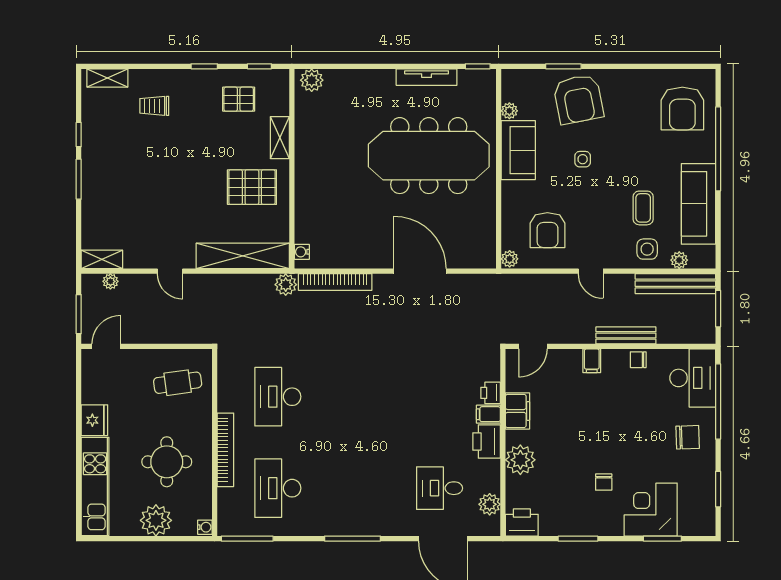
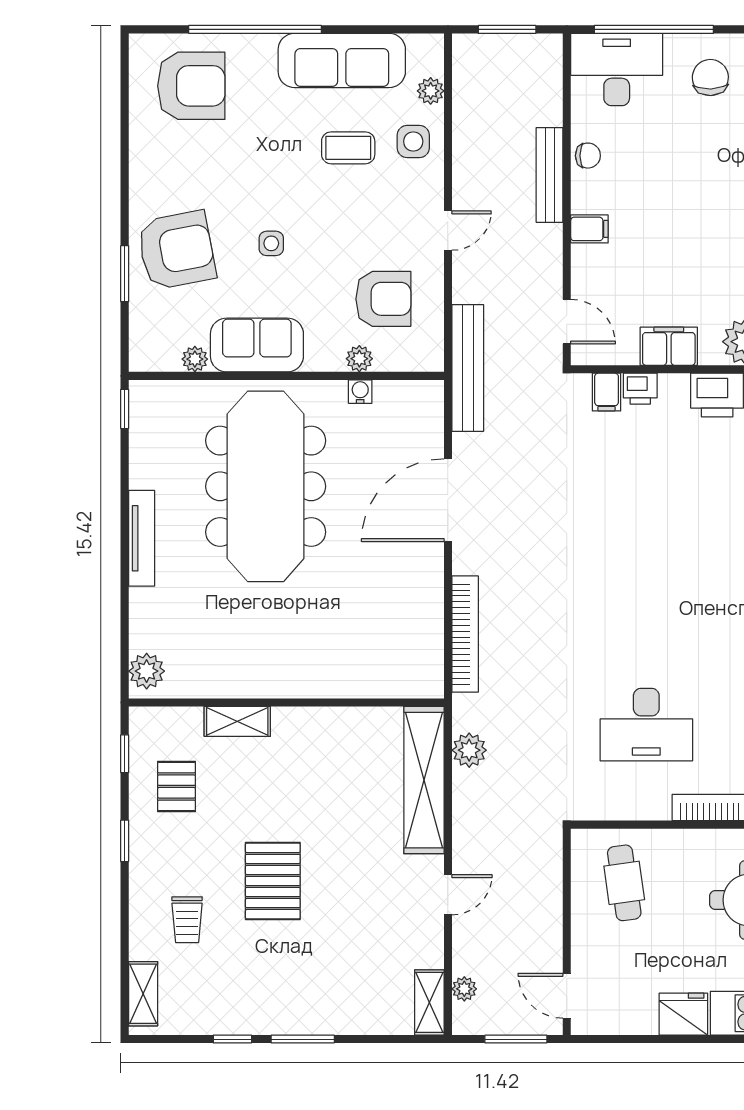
tv unit: (427, 77) -> (142, 538), moved
pallet: (252, 187) -> (273, 881), moved
water cooler: (302, 252) -> (360, 392), moved, turned 180
plant: (510, 259) -> (359, 359), moved
bench: (675, 284) -> (468, 368), moved
plant: (286, 285) -> (469, 750), moved
chair: (638, 360) -> (588, 156), turned -90
filing cabinet: (488, 414) -> (607, 392), moved

